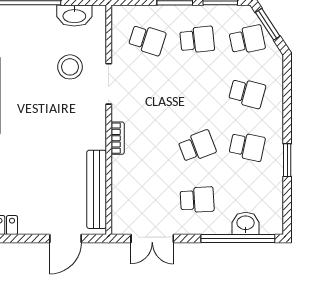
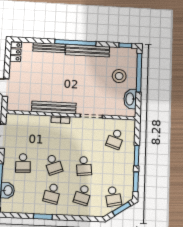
school desk: (197, 40) -> (84, 166), moved
stool: (70, 67) -> (119, 76), moved
bench: (97, 189) -> (54, 107), moved

